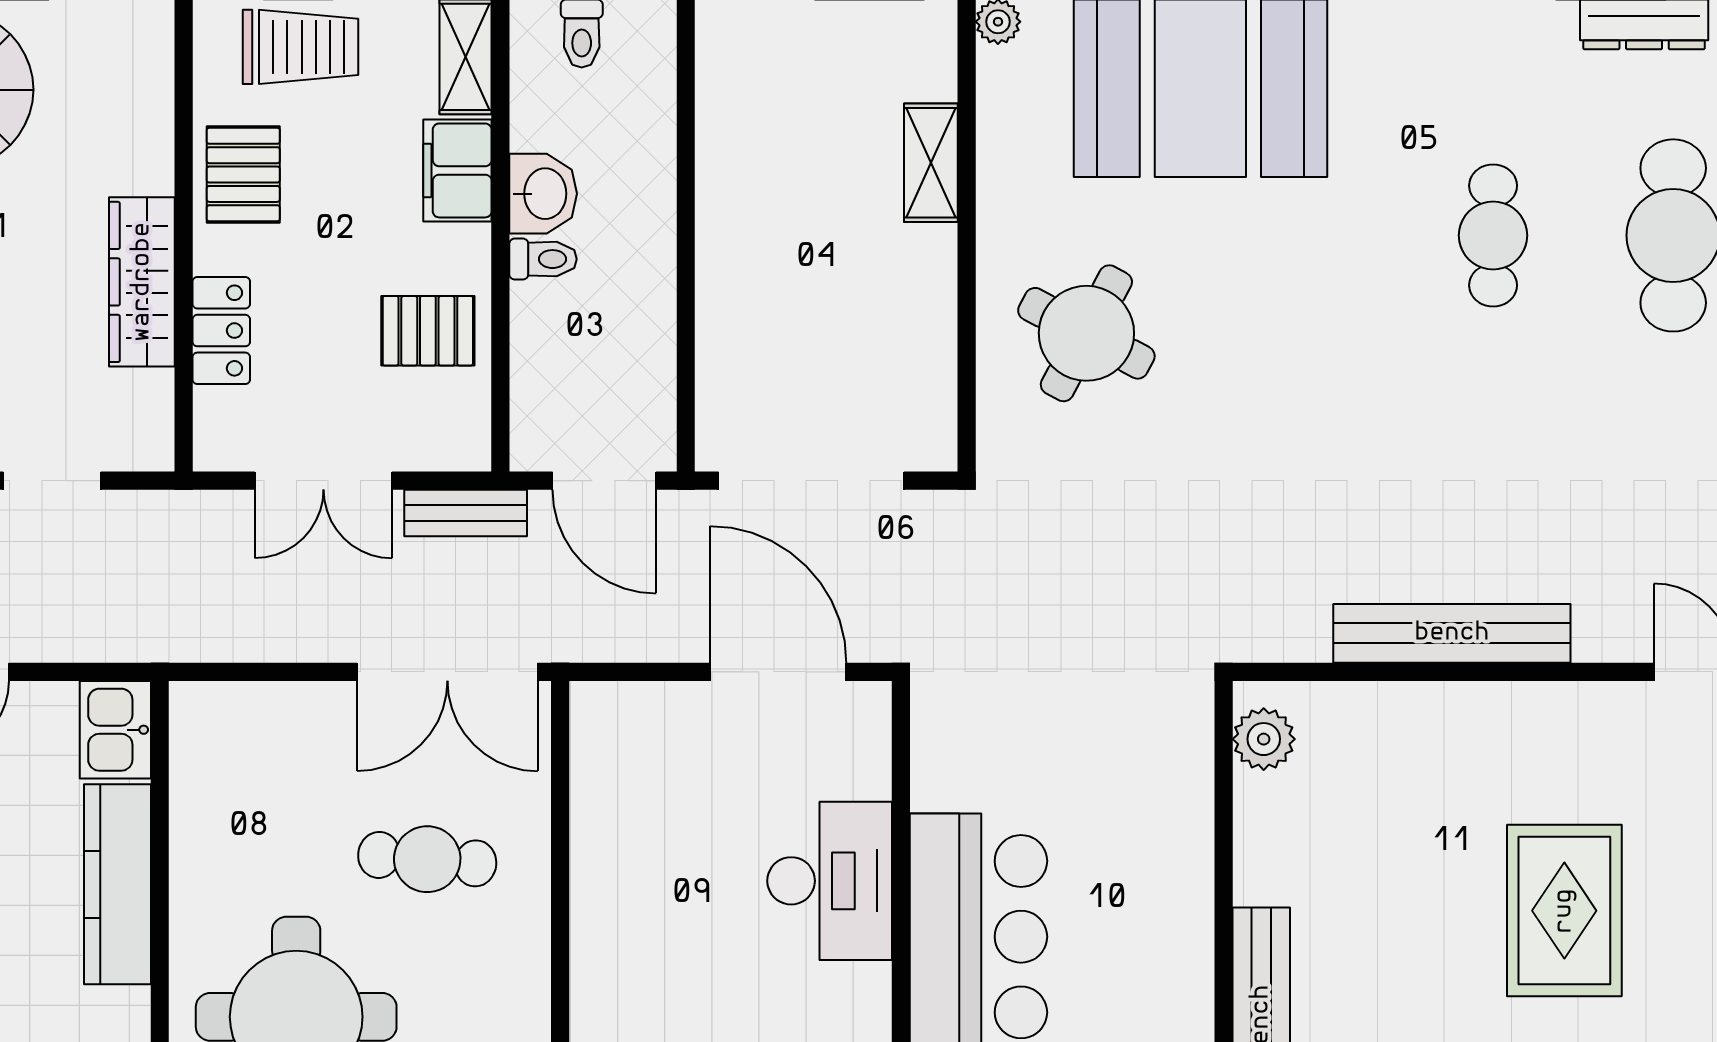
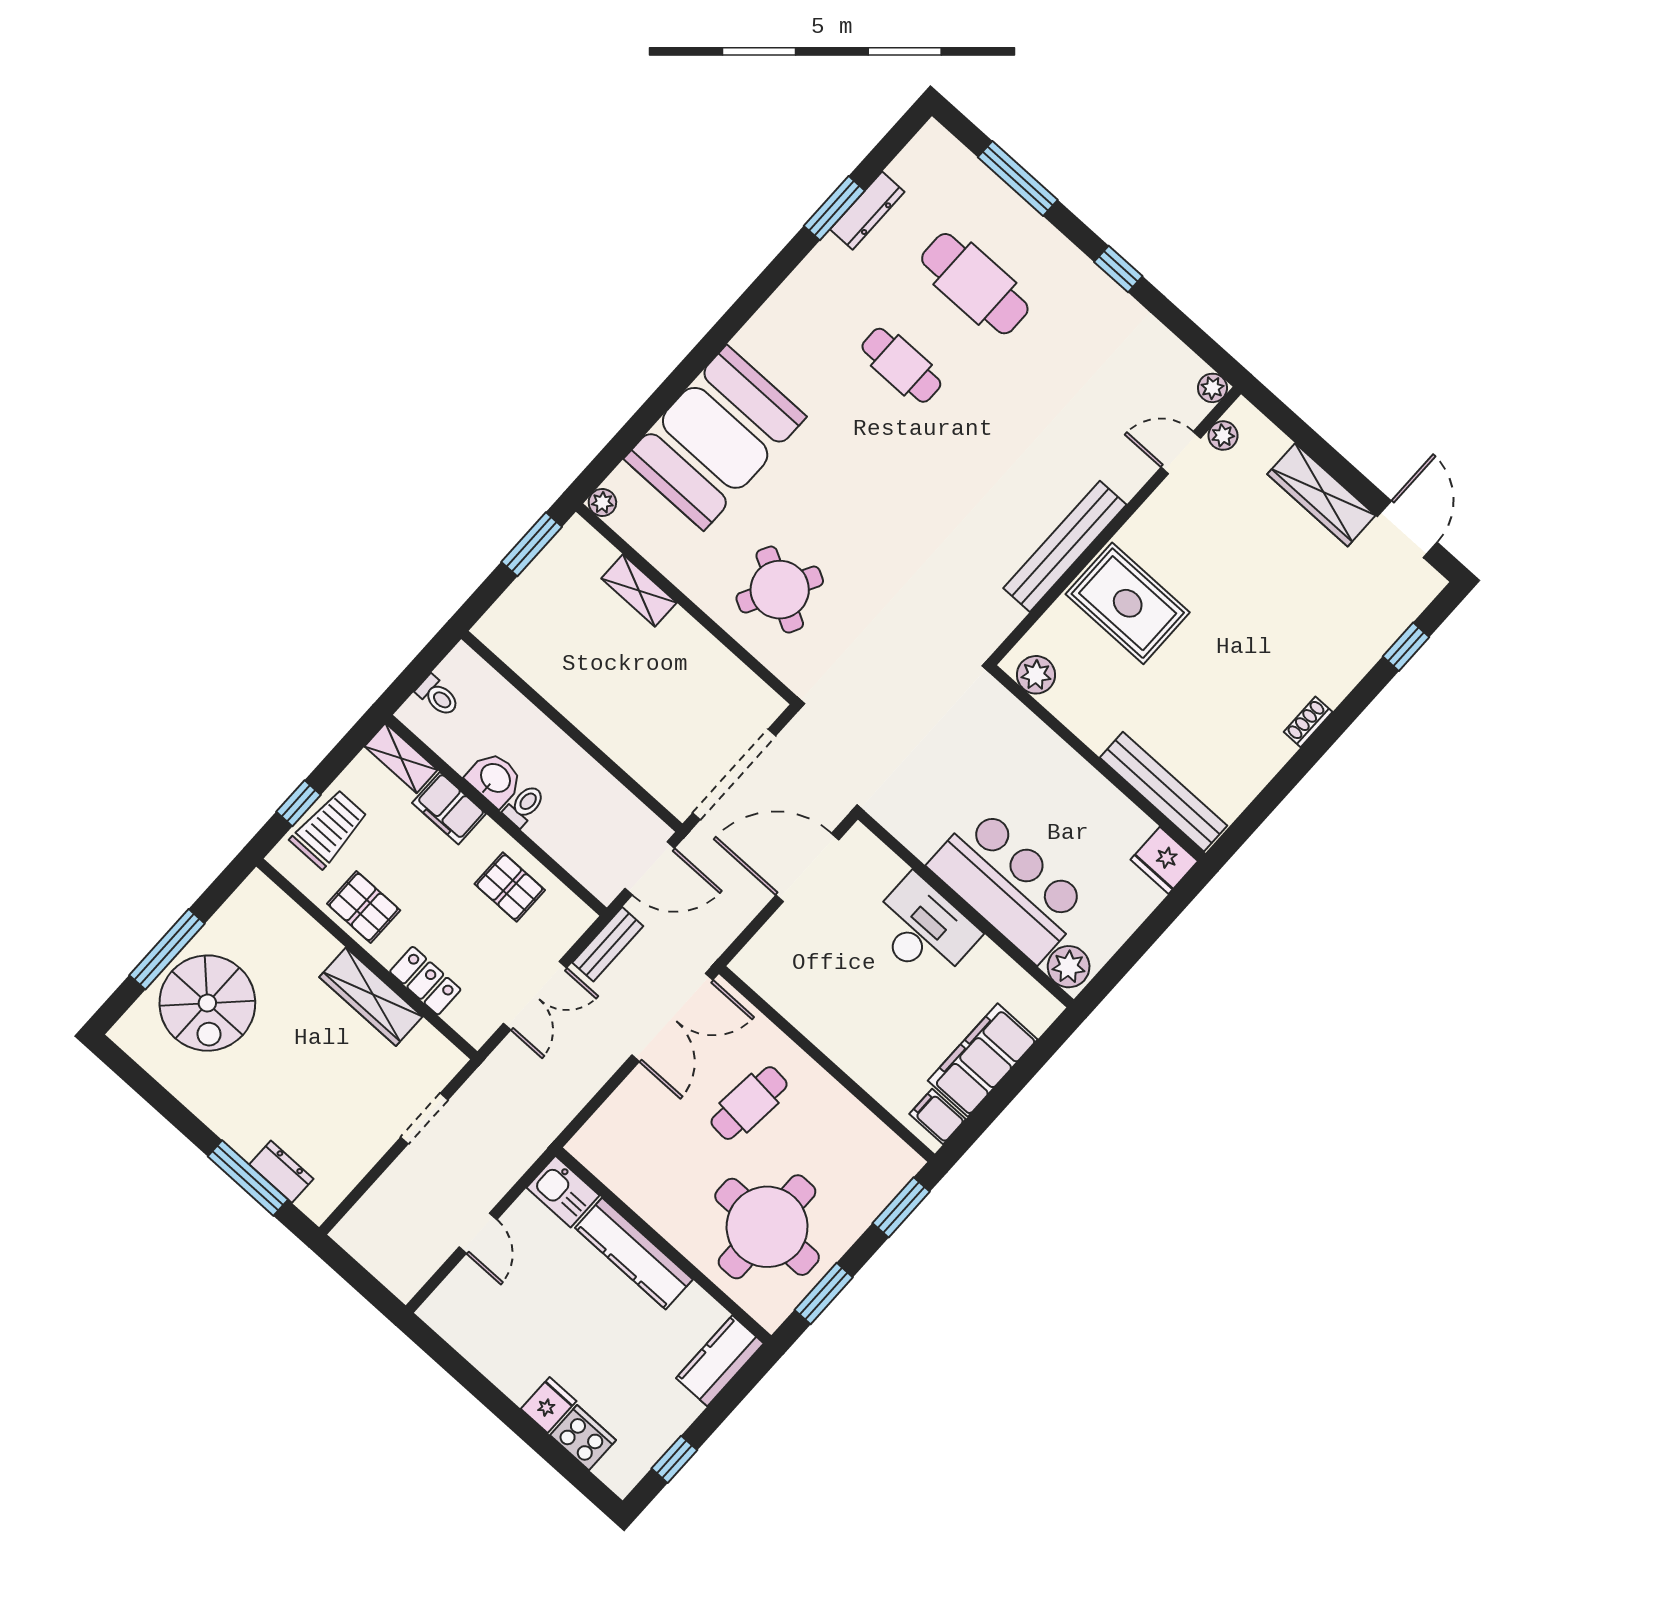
pallet: (428, 331) -> (510, 887), turned 90
rug: (1564, 911) -> (1128, 603), moved

